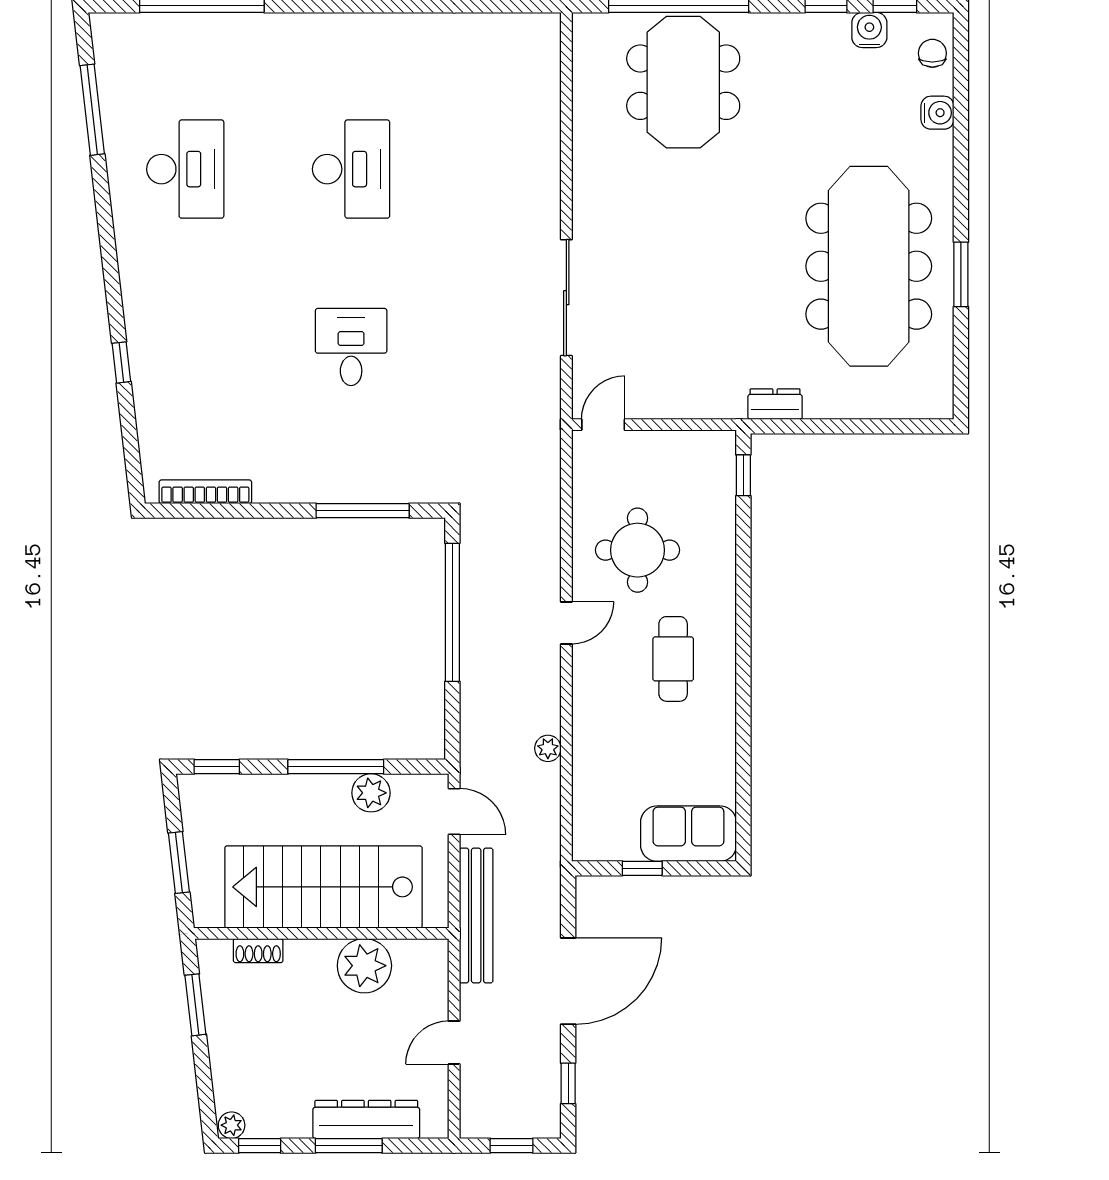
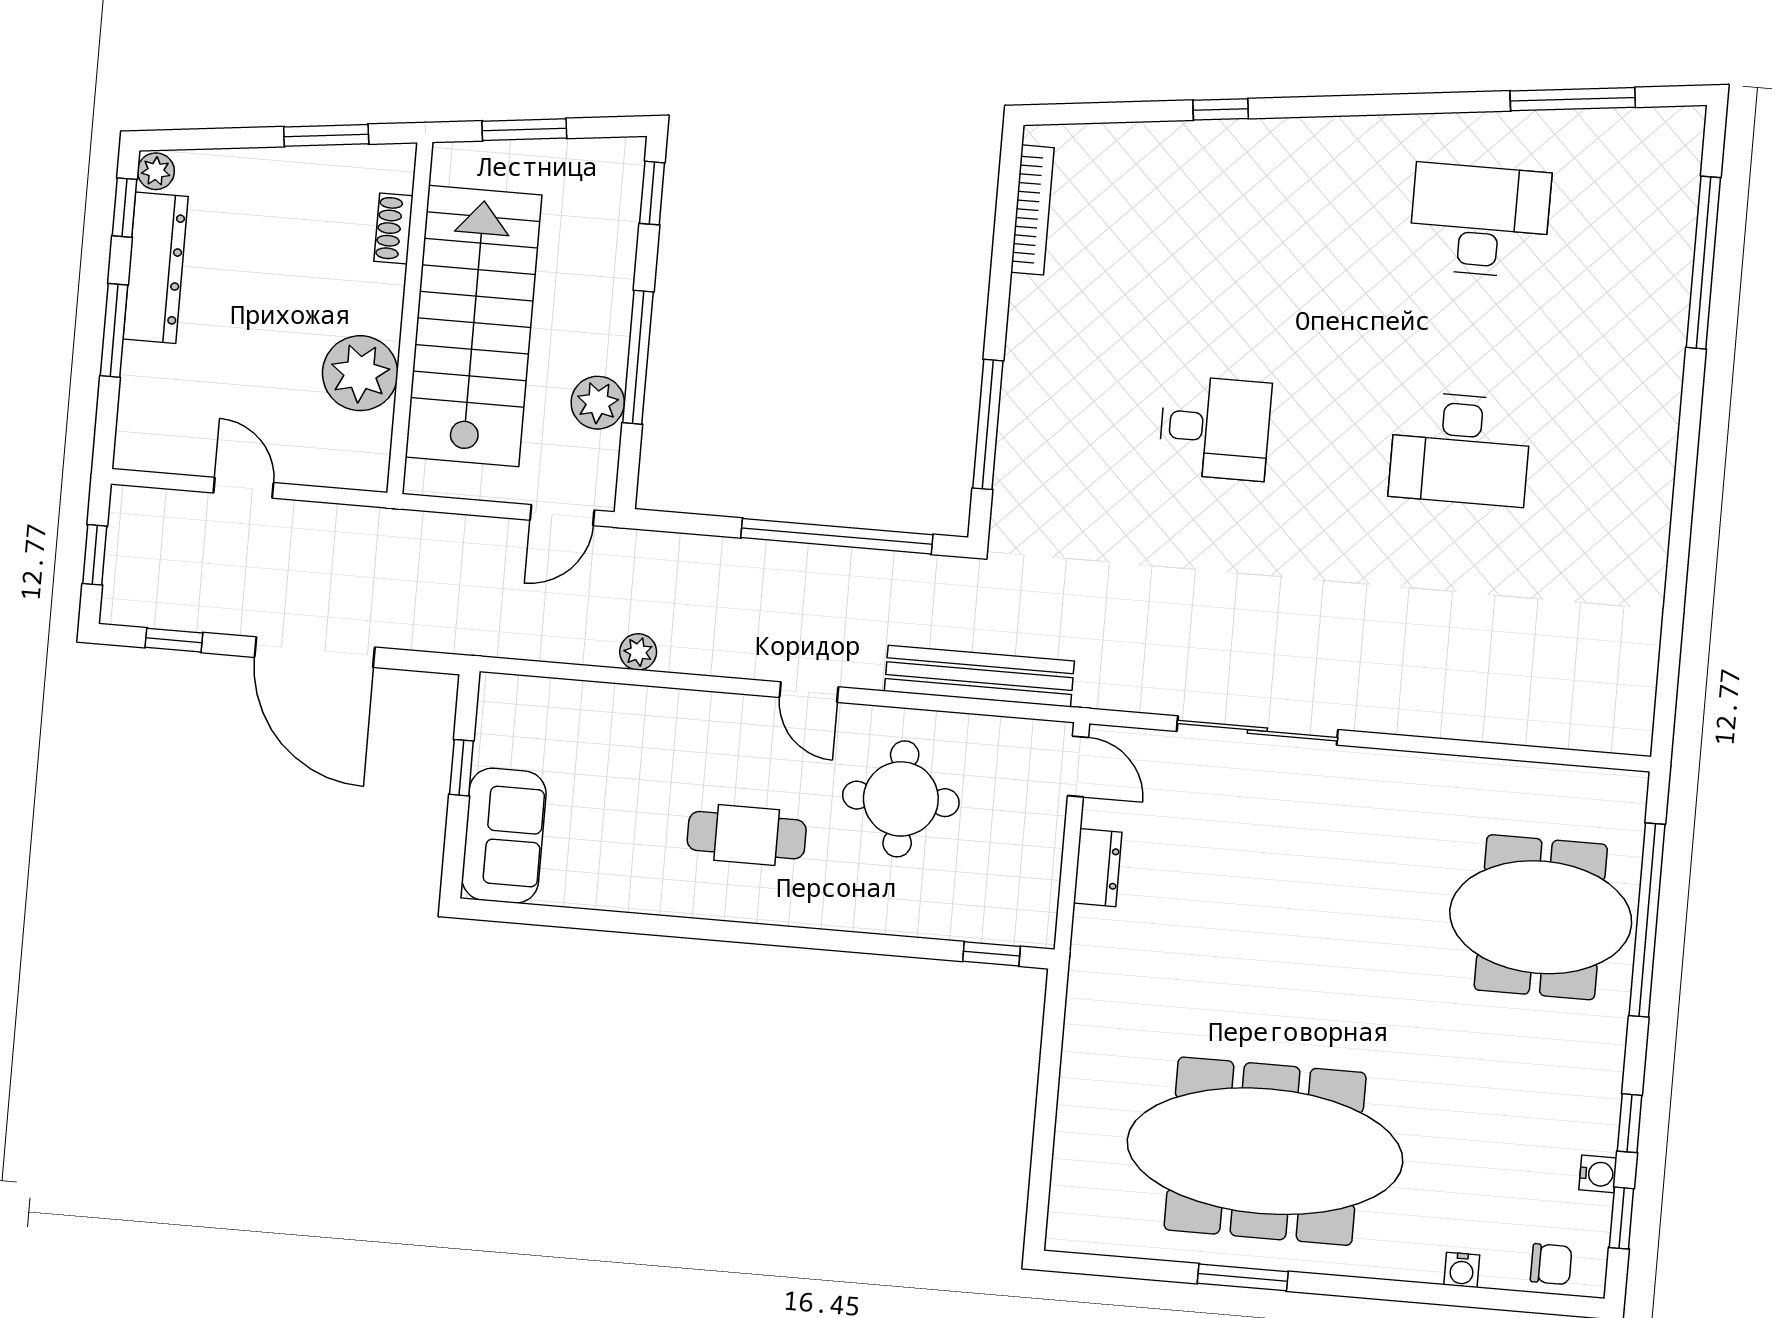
water cooler: (869, 30) -> (1598, 1174), width x0.72, depth x0.72
water cooler: (937, 113) -> (1462, 1270), width x0.72, depth x0.72
desk: (185, 169) -> (1480, 220), turned 180
dresser: (775, 404) -> (1098, 868), moved
bench: (476, 915) -> (979, 676), moved
dresser: (366, 1119) -> (156, 268), moved

